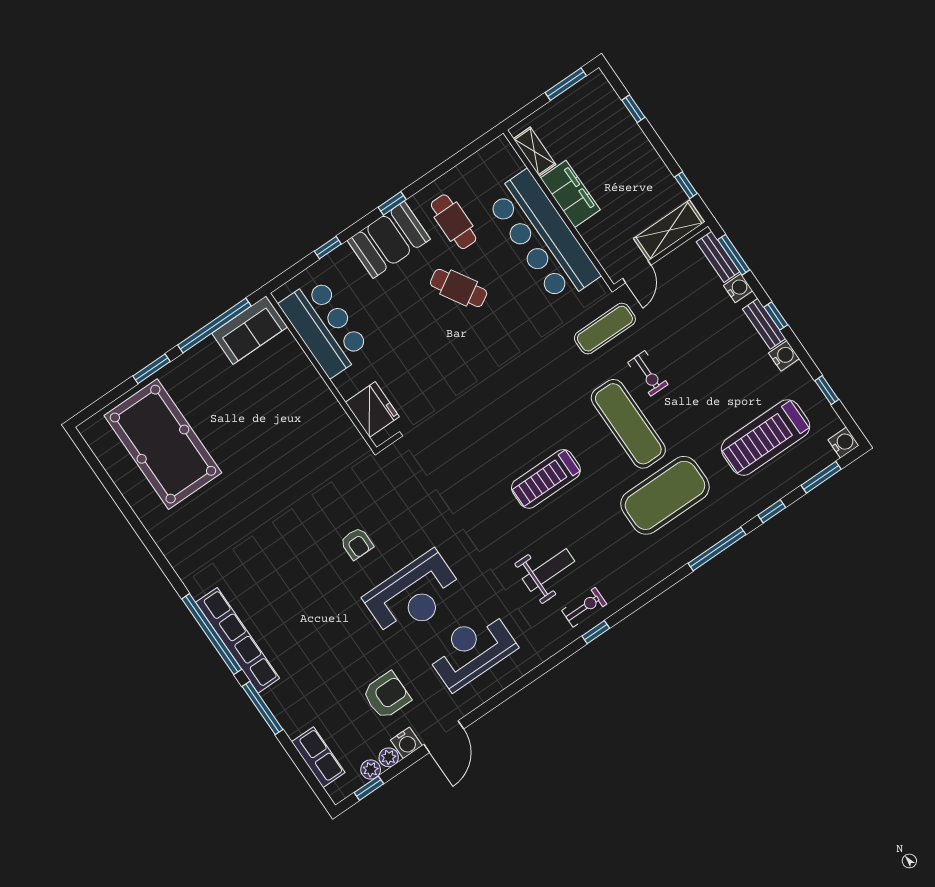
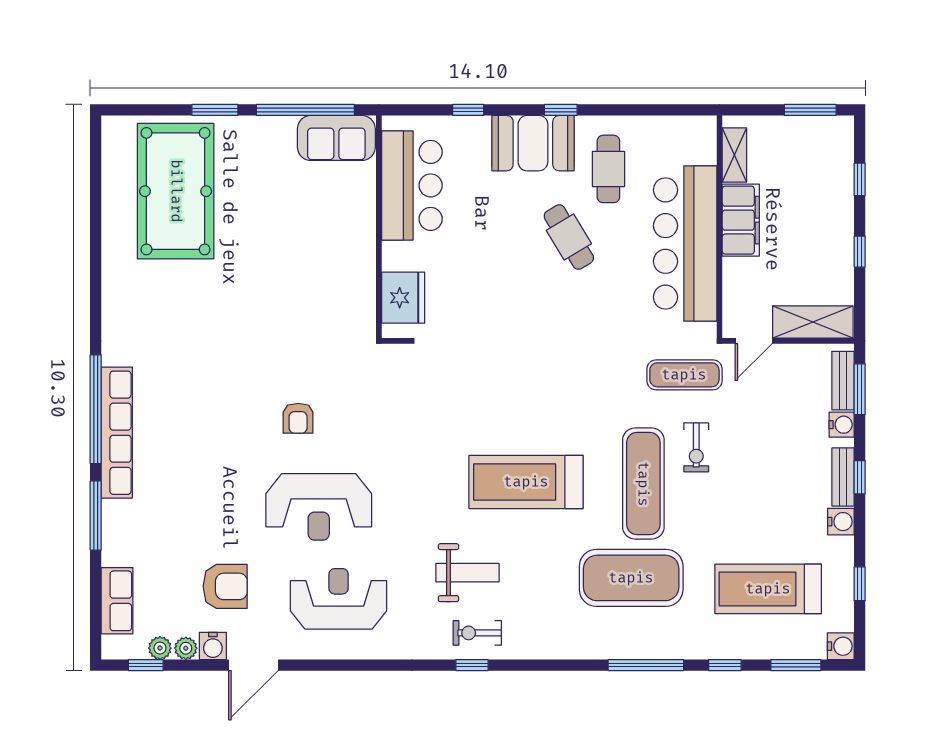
window: (686, 185) -> (860, 252), moved
treadmill: (546, 479) -> (526, 482), width x1.37, depth x1.38
exercise bike: (584, 607) -> (477, 633), turned 180

